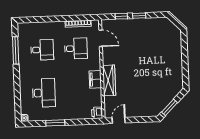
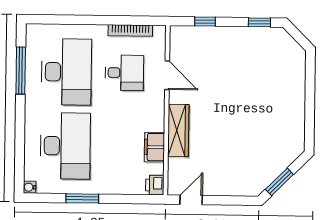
window: (139, 16) -> (259, 22), moved
door: (101, 38) -> (167, 75), moved
desk: (42, 50) -> (66, 72), width x1.87, depth x1.30
filing cabinet: (95, 79) -> (154, 147), moved
desk: (44, 93) -> (65, 146), width x1.36, depth x1.30

